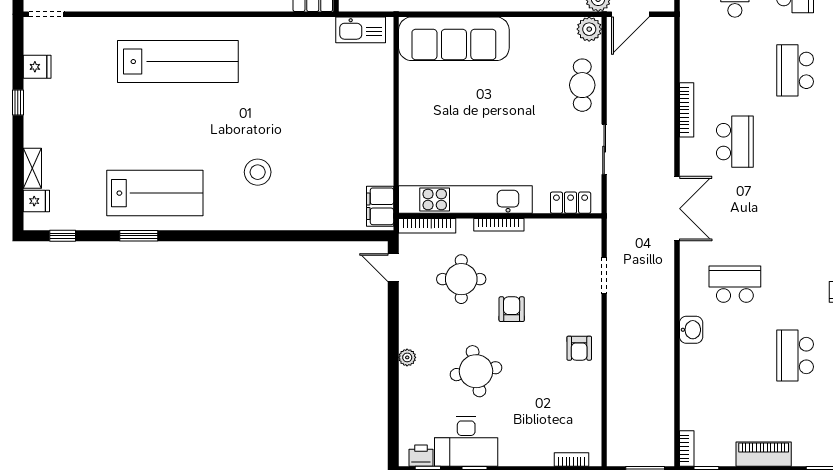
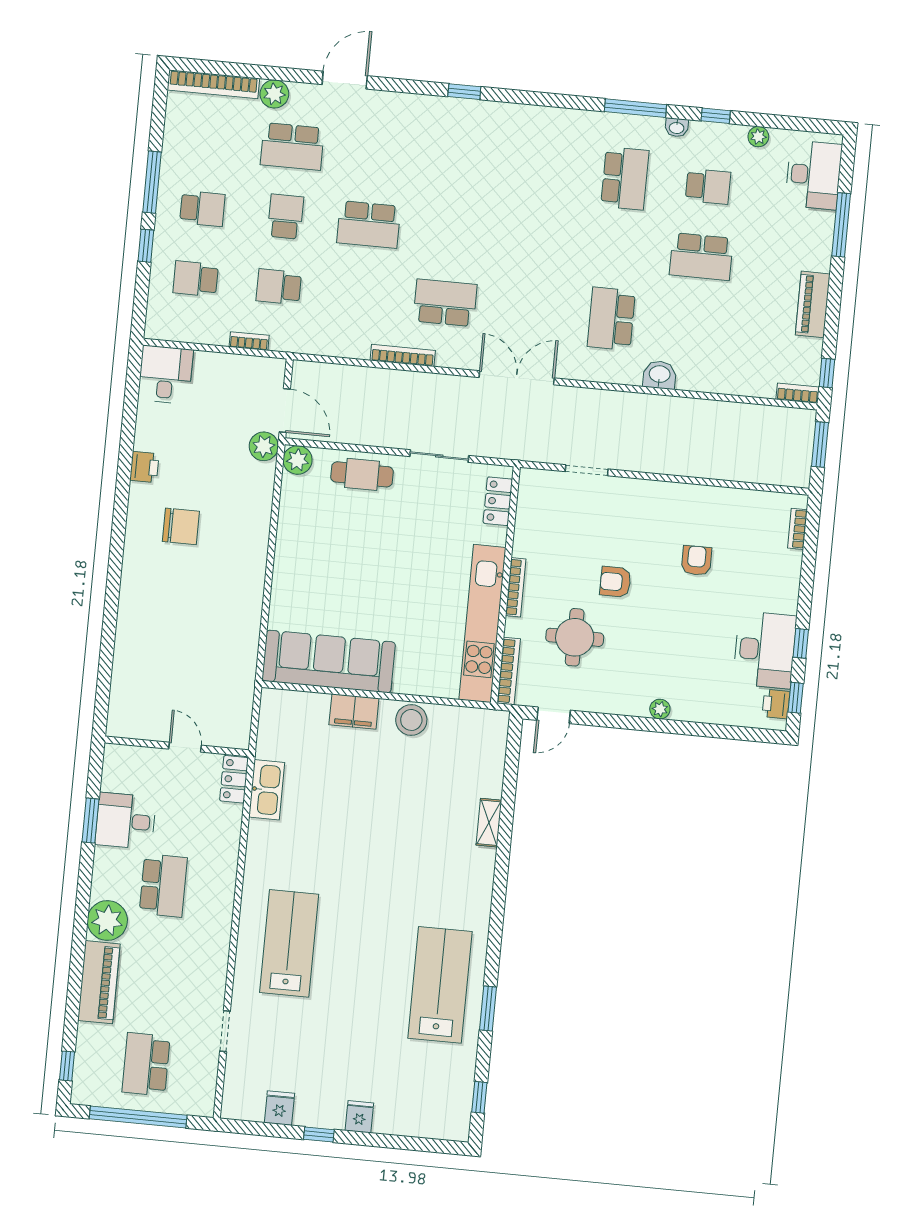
doorway: (46, 14) -> (225, 1031), moved
kitchen sink: (361, 30) -> (267, 790), moved
sofa: (454, 39) -> (329, 661), moved, turned -90
lab bench: (178, 62) -> (289, 943), width x0.73
shelving: (32, 168) -> (489, 823), moved, turned 90
stool: (258, 172) -> (411, 720), moved
fridge: (36, 201) -> (359, 1117), moved
filing cabinet: (380, 206) -> (354, 712), moved
armchair: (579, 348) -> (696, 561), moved, turned -90
round table: (476, 371) -> (684, 630), removed

